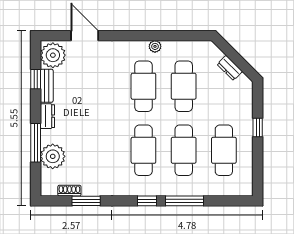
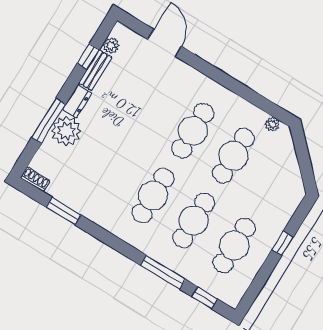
plant: (155, 46) -> (272, 124), moved
plant: (53, 55) -> (111, 45), width x0.53, depth x0.53
dresser: (230, 68) -> (291, 166), removed
plant: (53, 156) -> (66, 131), moved
shoe rack: (69, 191) -> (35, 179), moved
window: (147, 201) -> (205, 298), moved

